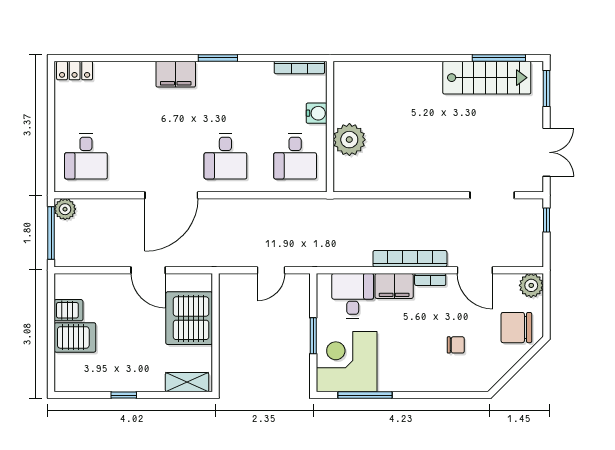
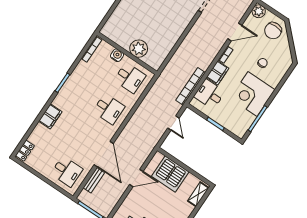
filing cabinet: (176, 74) -> (50, 116), moved
door: (171, 195) -> (104, 154), moved
bench: (100, 207) -> (94, 180), added
plant: (65, 209) -> (84, 197), removed
bookcase: (410, 259) -> (191, 86), moved
corner desk: (347, 362) -> (253, 94), moved

